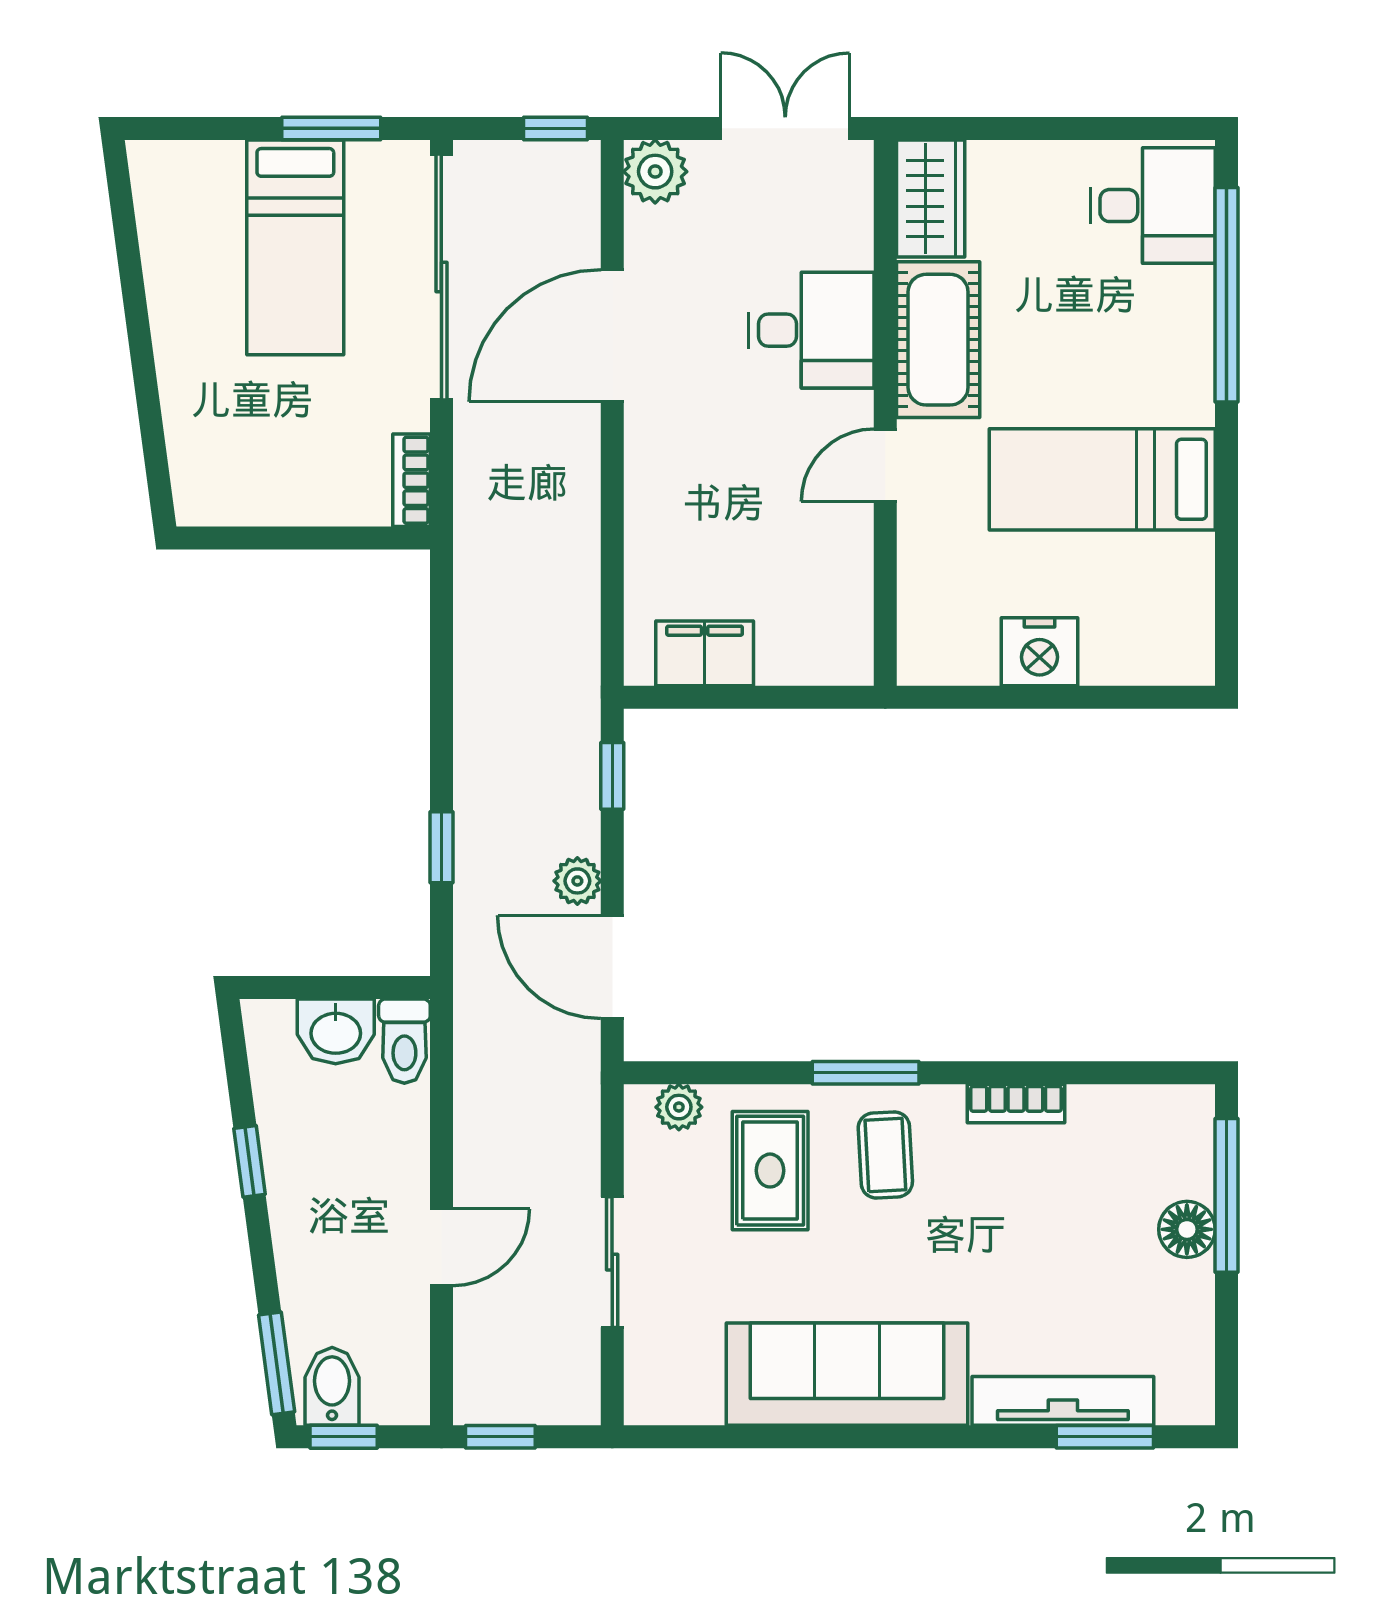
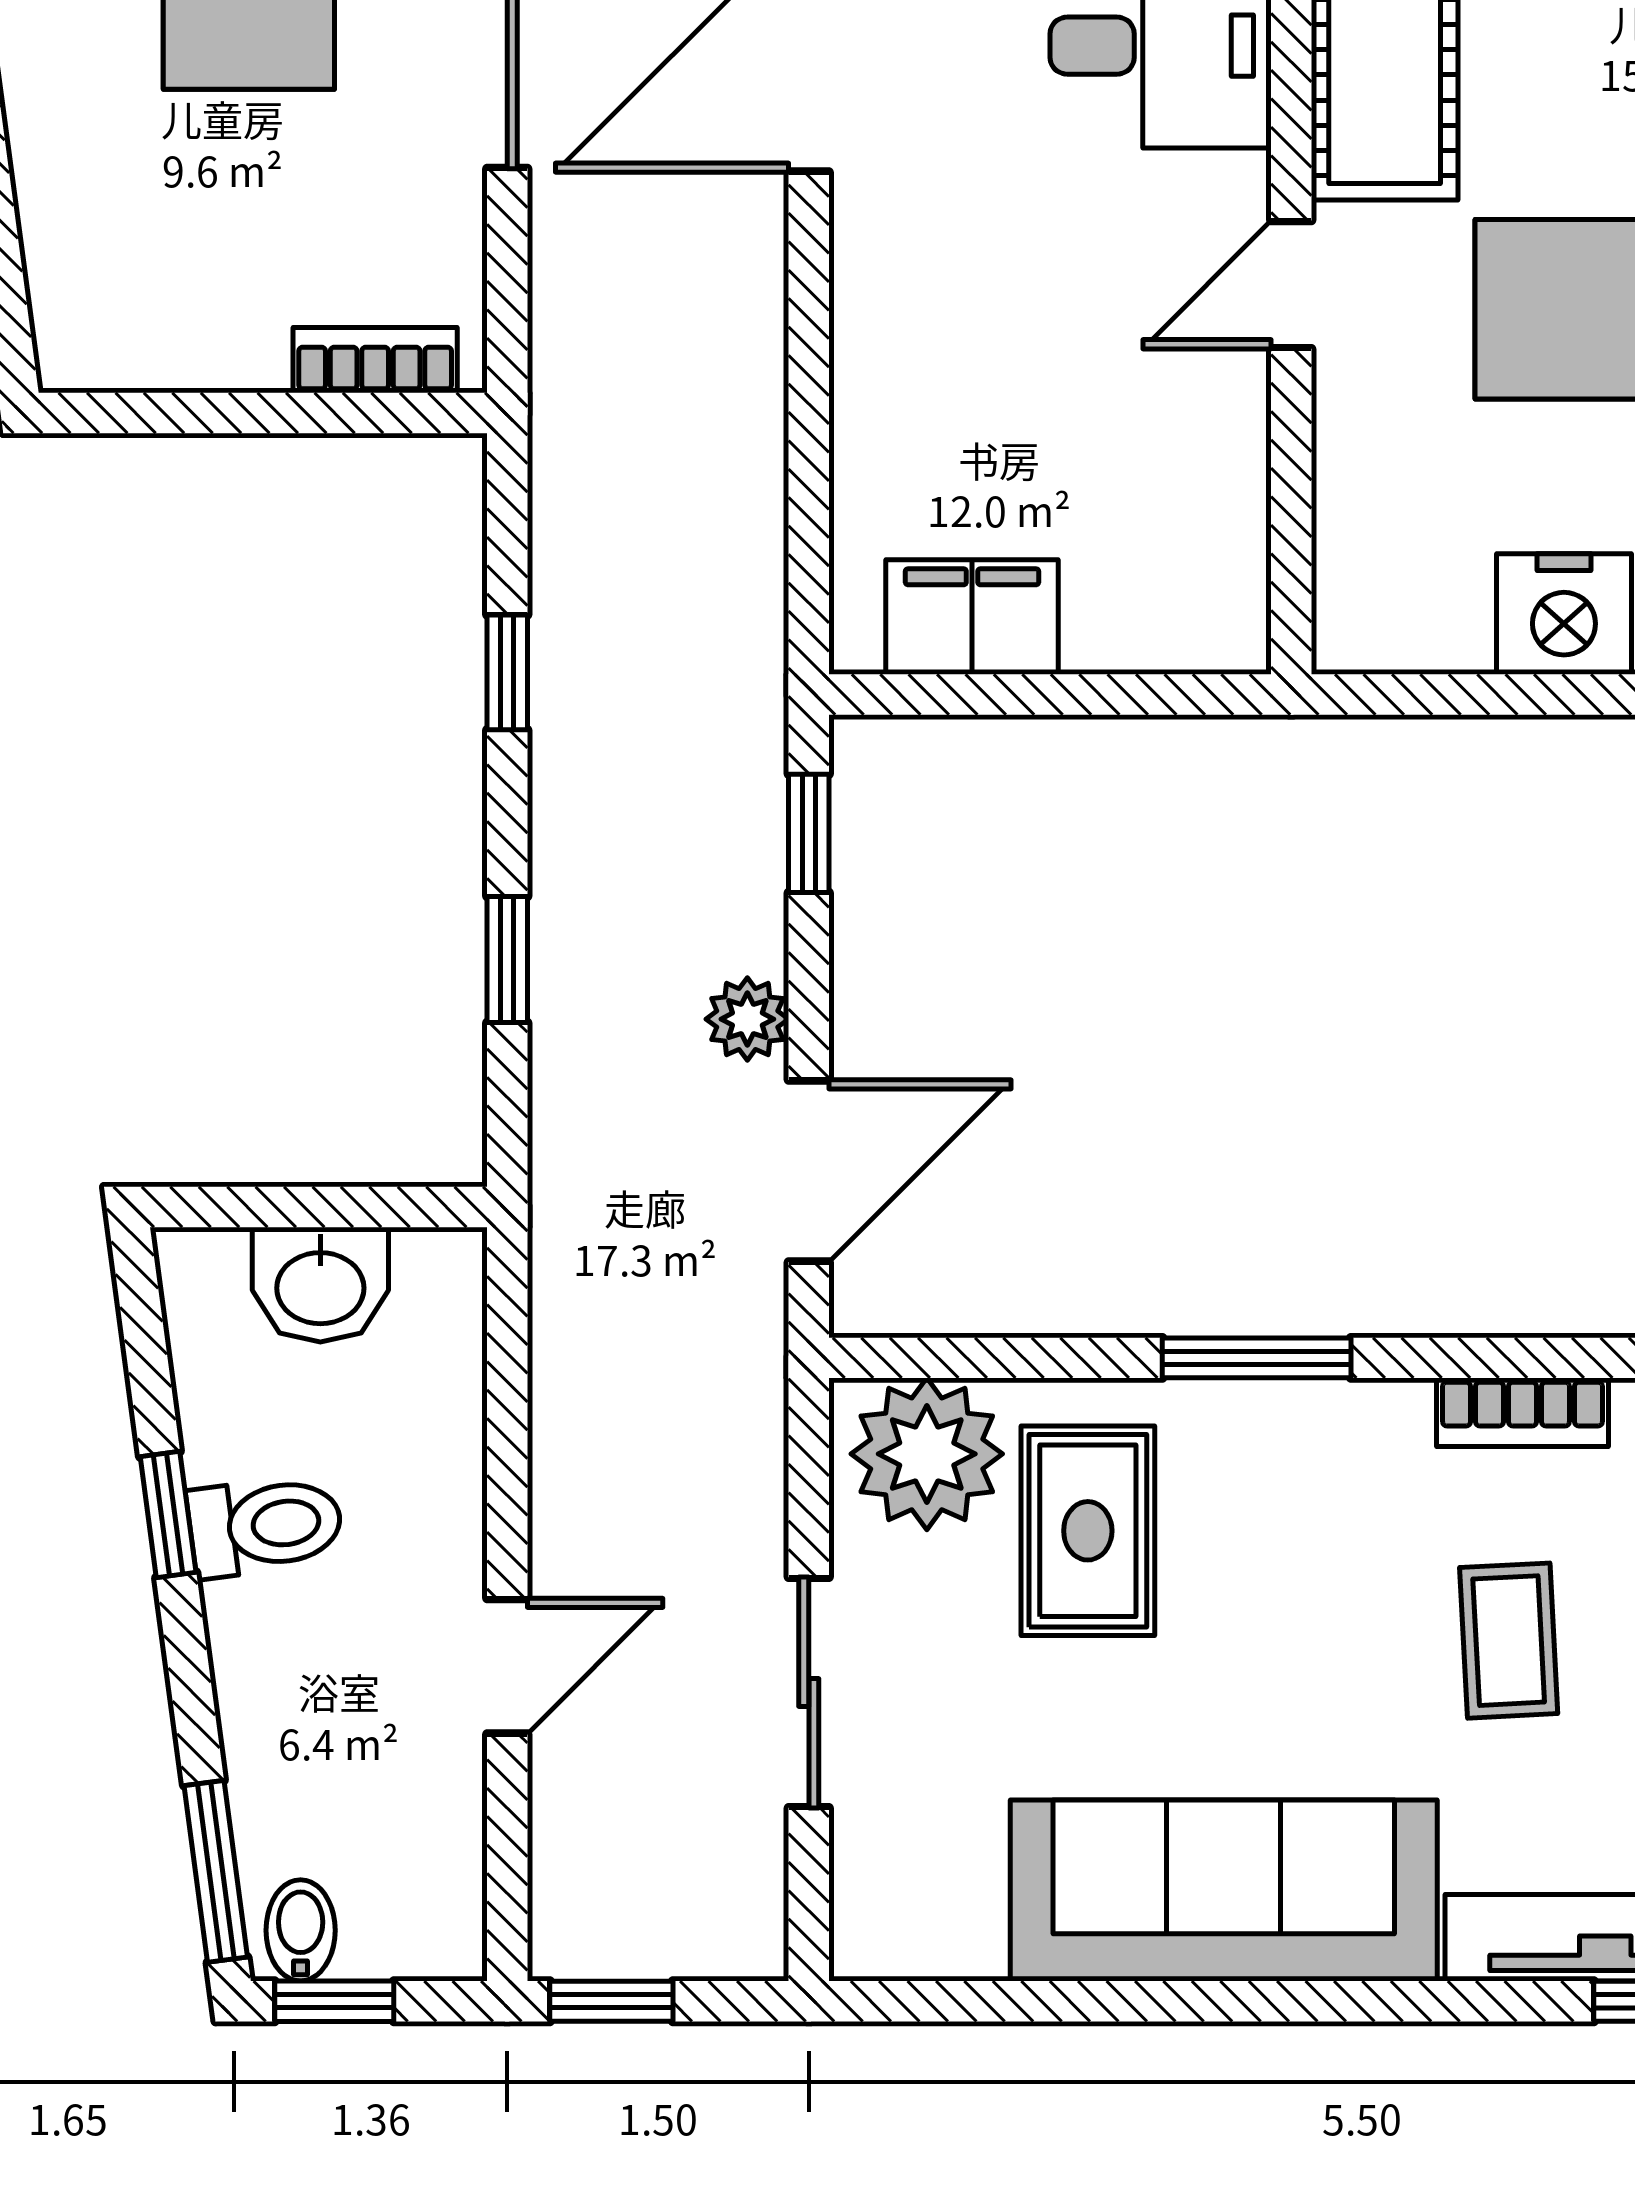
bookcase: (412, 480) -> (375, 360), moved, turned 90
window: (441, 685) -> (507, 672), added
door: (612, 967) -> (809, 1171), swing flipped
toilet: (404, 1041) -> (265, 1526), moved, turned -98
plant: (679, 1107) -> (927, 1454), width x1.88, depth x1.88
coffee table: (885, 1155) -> (1509, 1641), moved
bidet: (332, 1386) -> (301, 1930), width x0.72, depth x0.74

